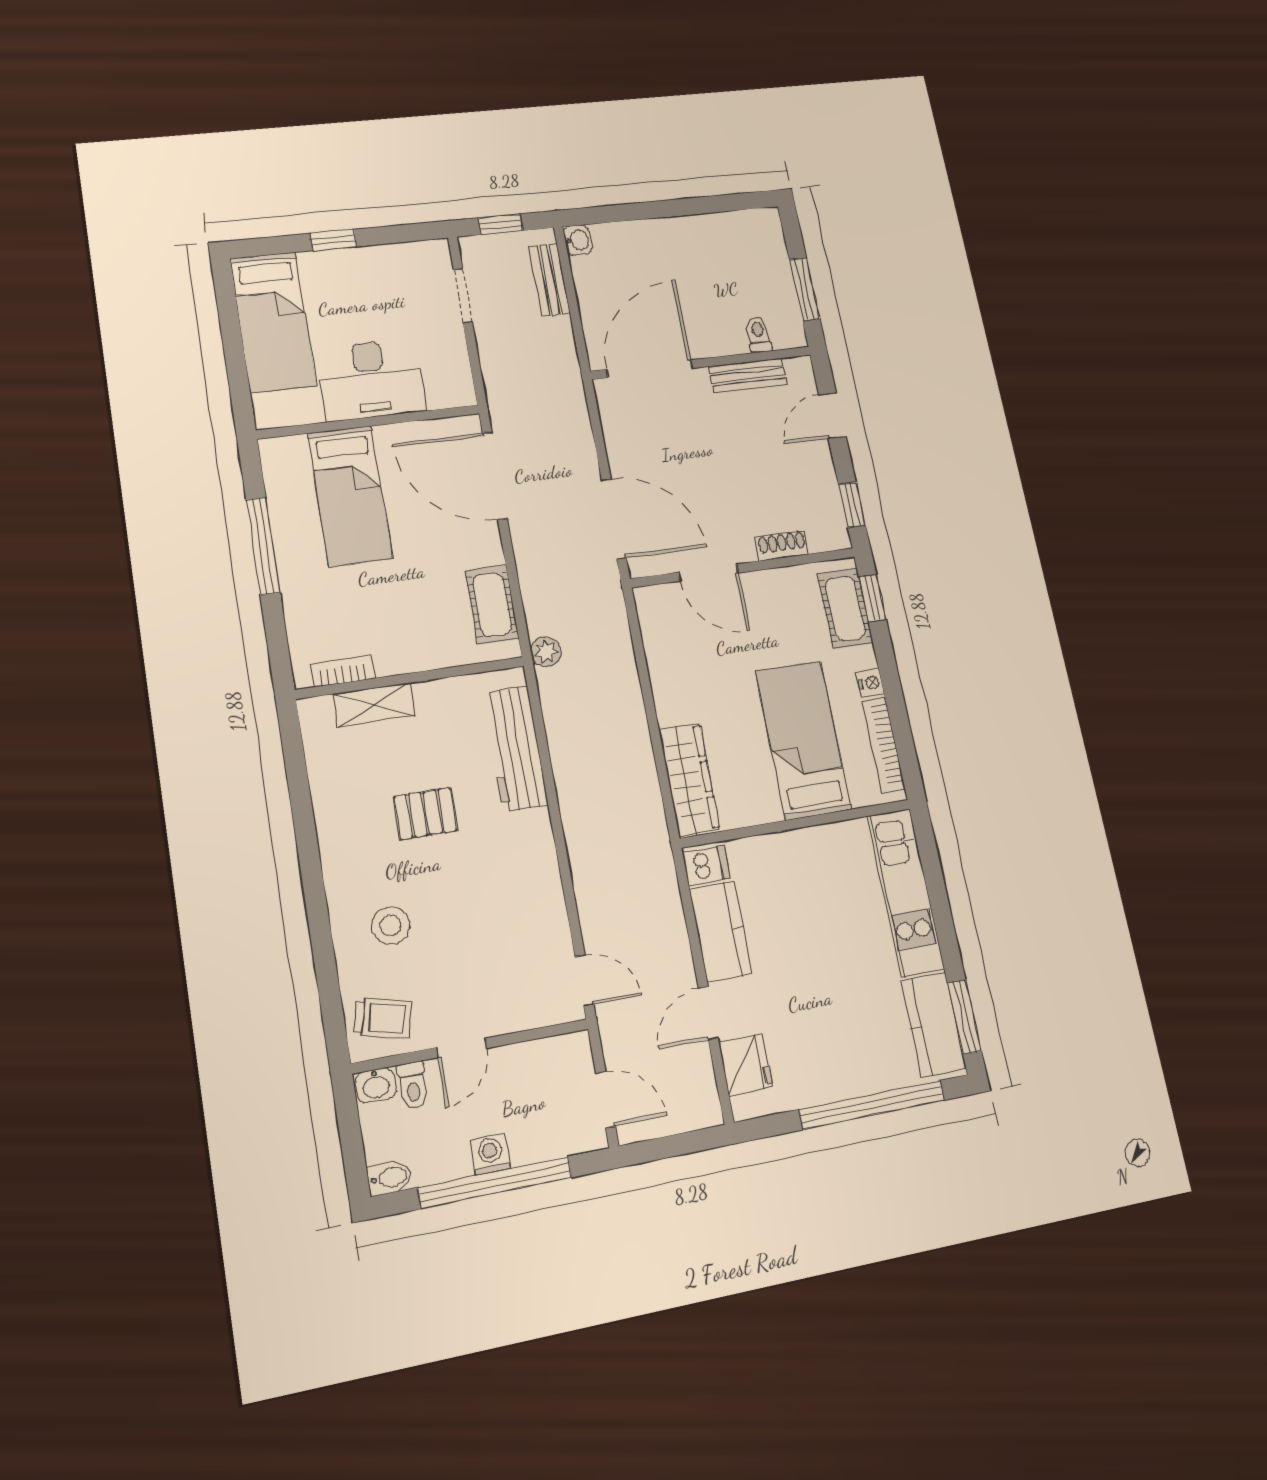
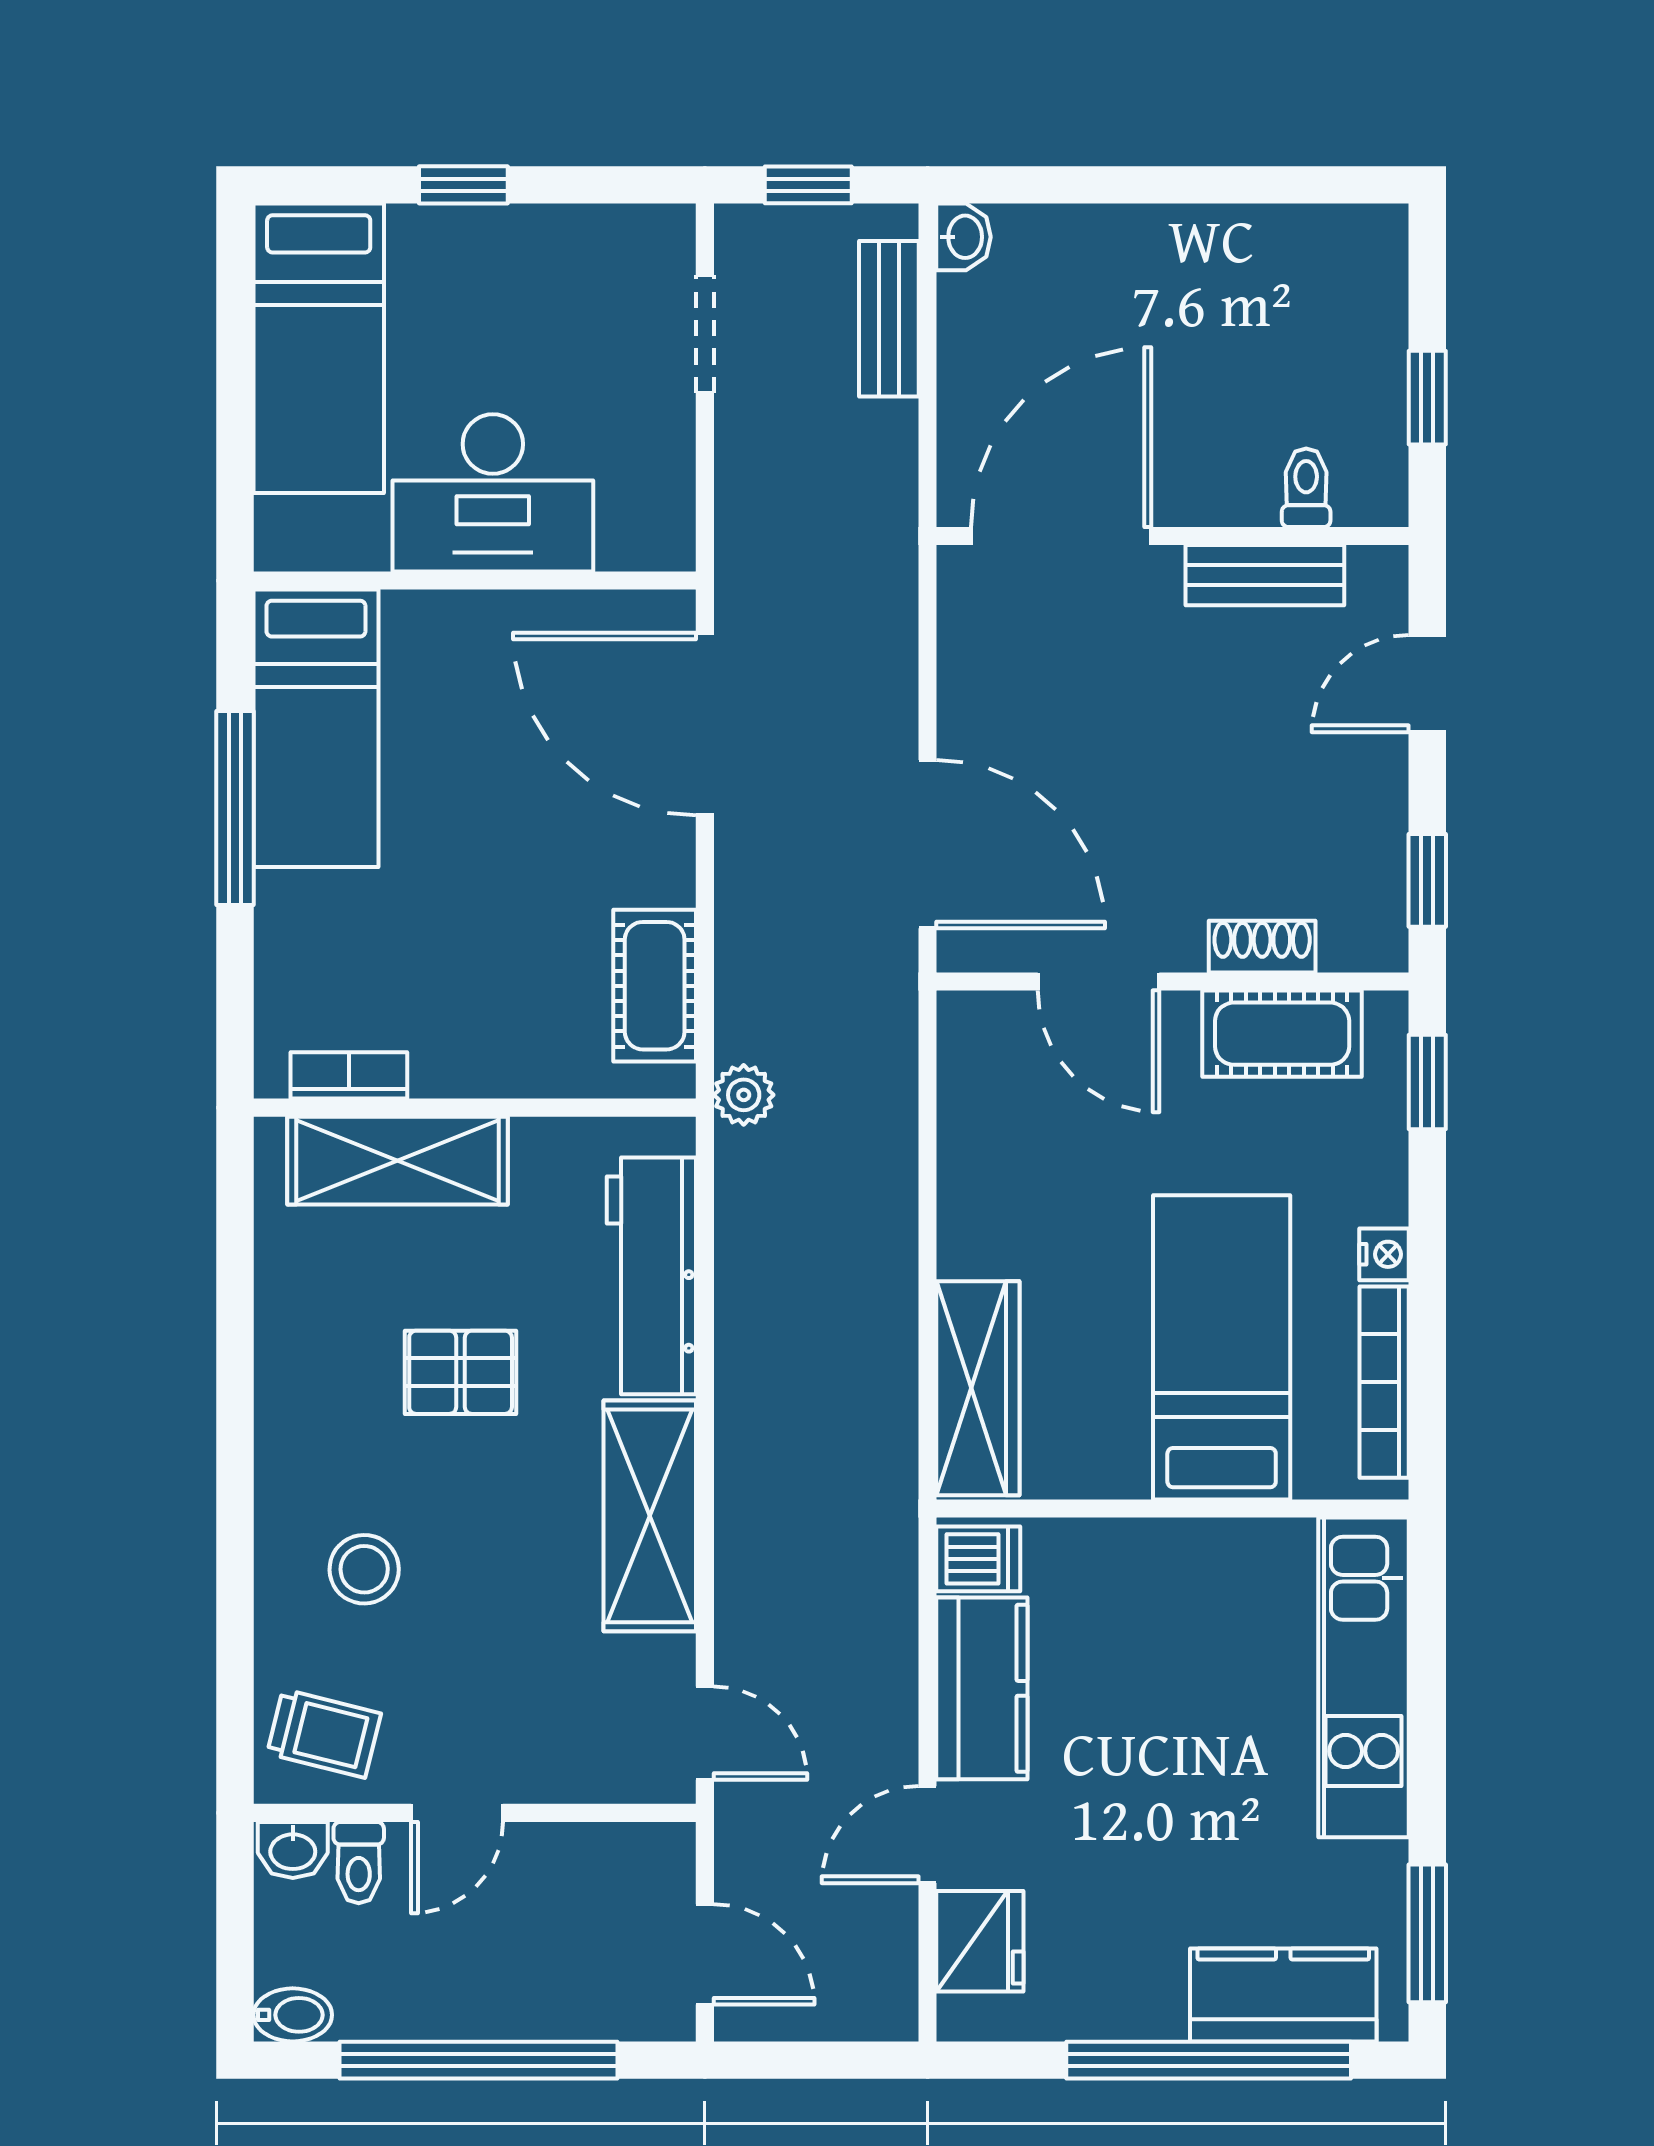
window: (805, 289) -> (1427, 398), width x0.67
bed: (350, 496) -> (316, 728), moved
cot: (845, 608) -> (1282, 1034), moved, turned 90
shelving: (374, 705) -> (398, 1161), width x1.50, depth x1.33
shelving: (536, 872) -> (650, 1516), added
kitchen counter: (933, 1025) -> (1283, 1995), moved, turned 90
washing machine: (490, 1154) -> (478, 2009), removed

